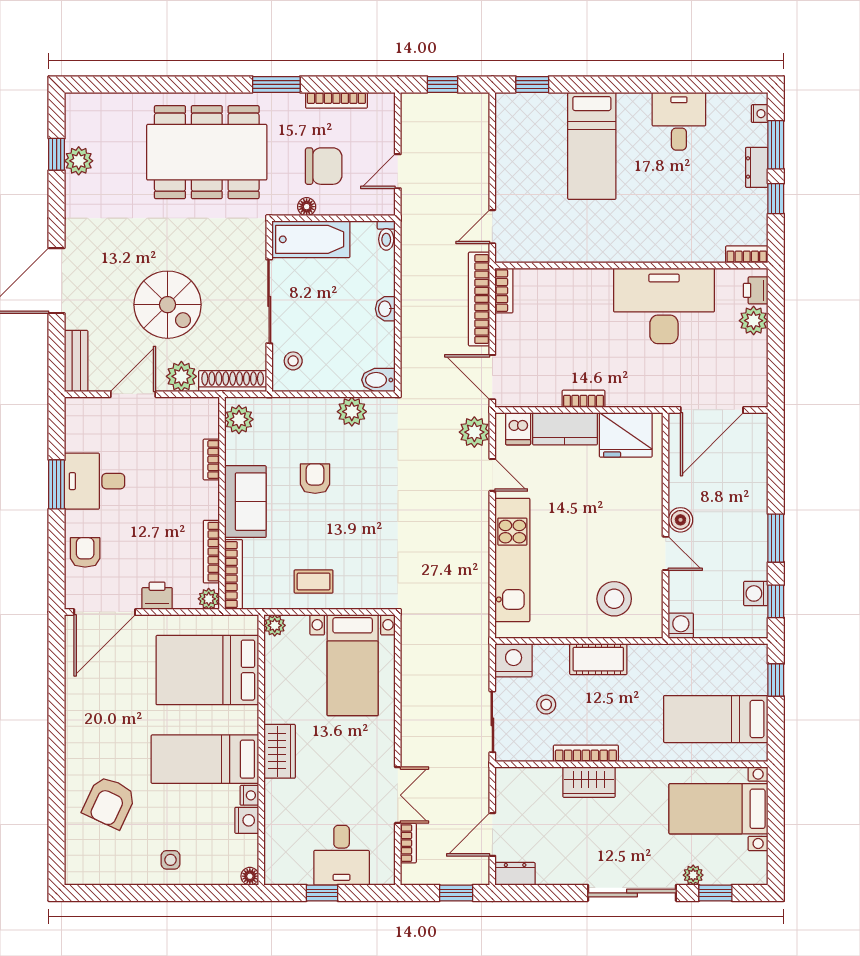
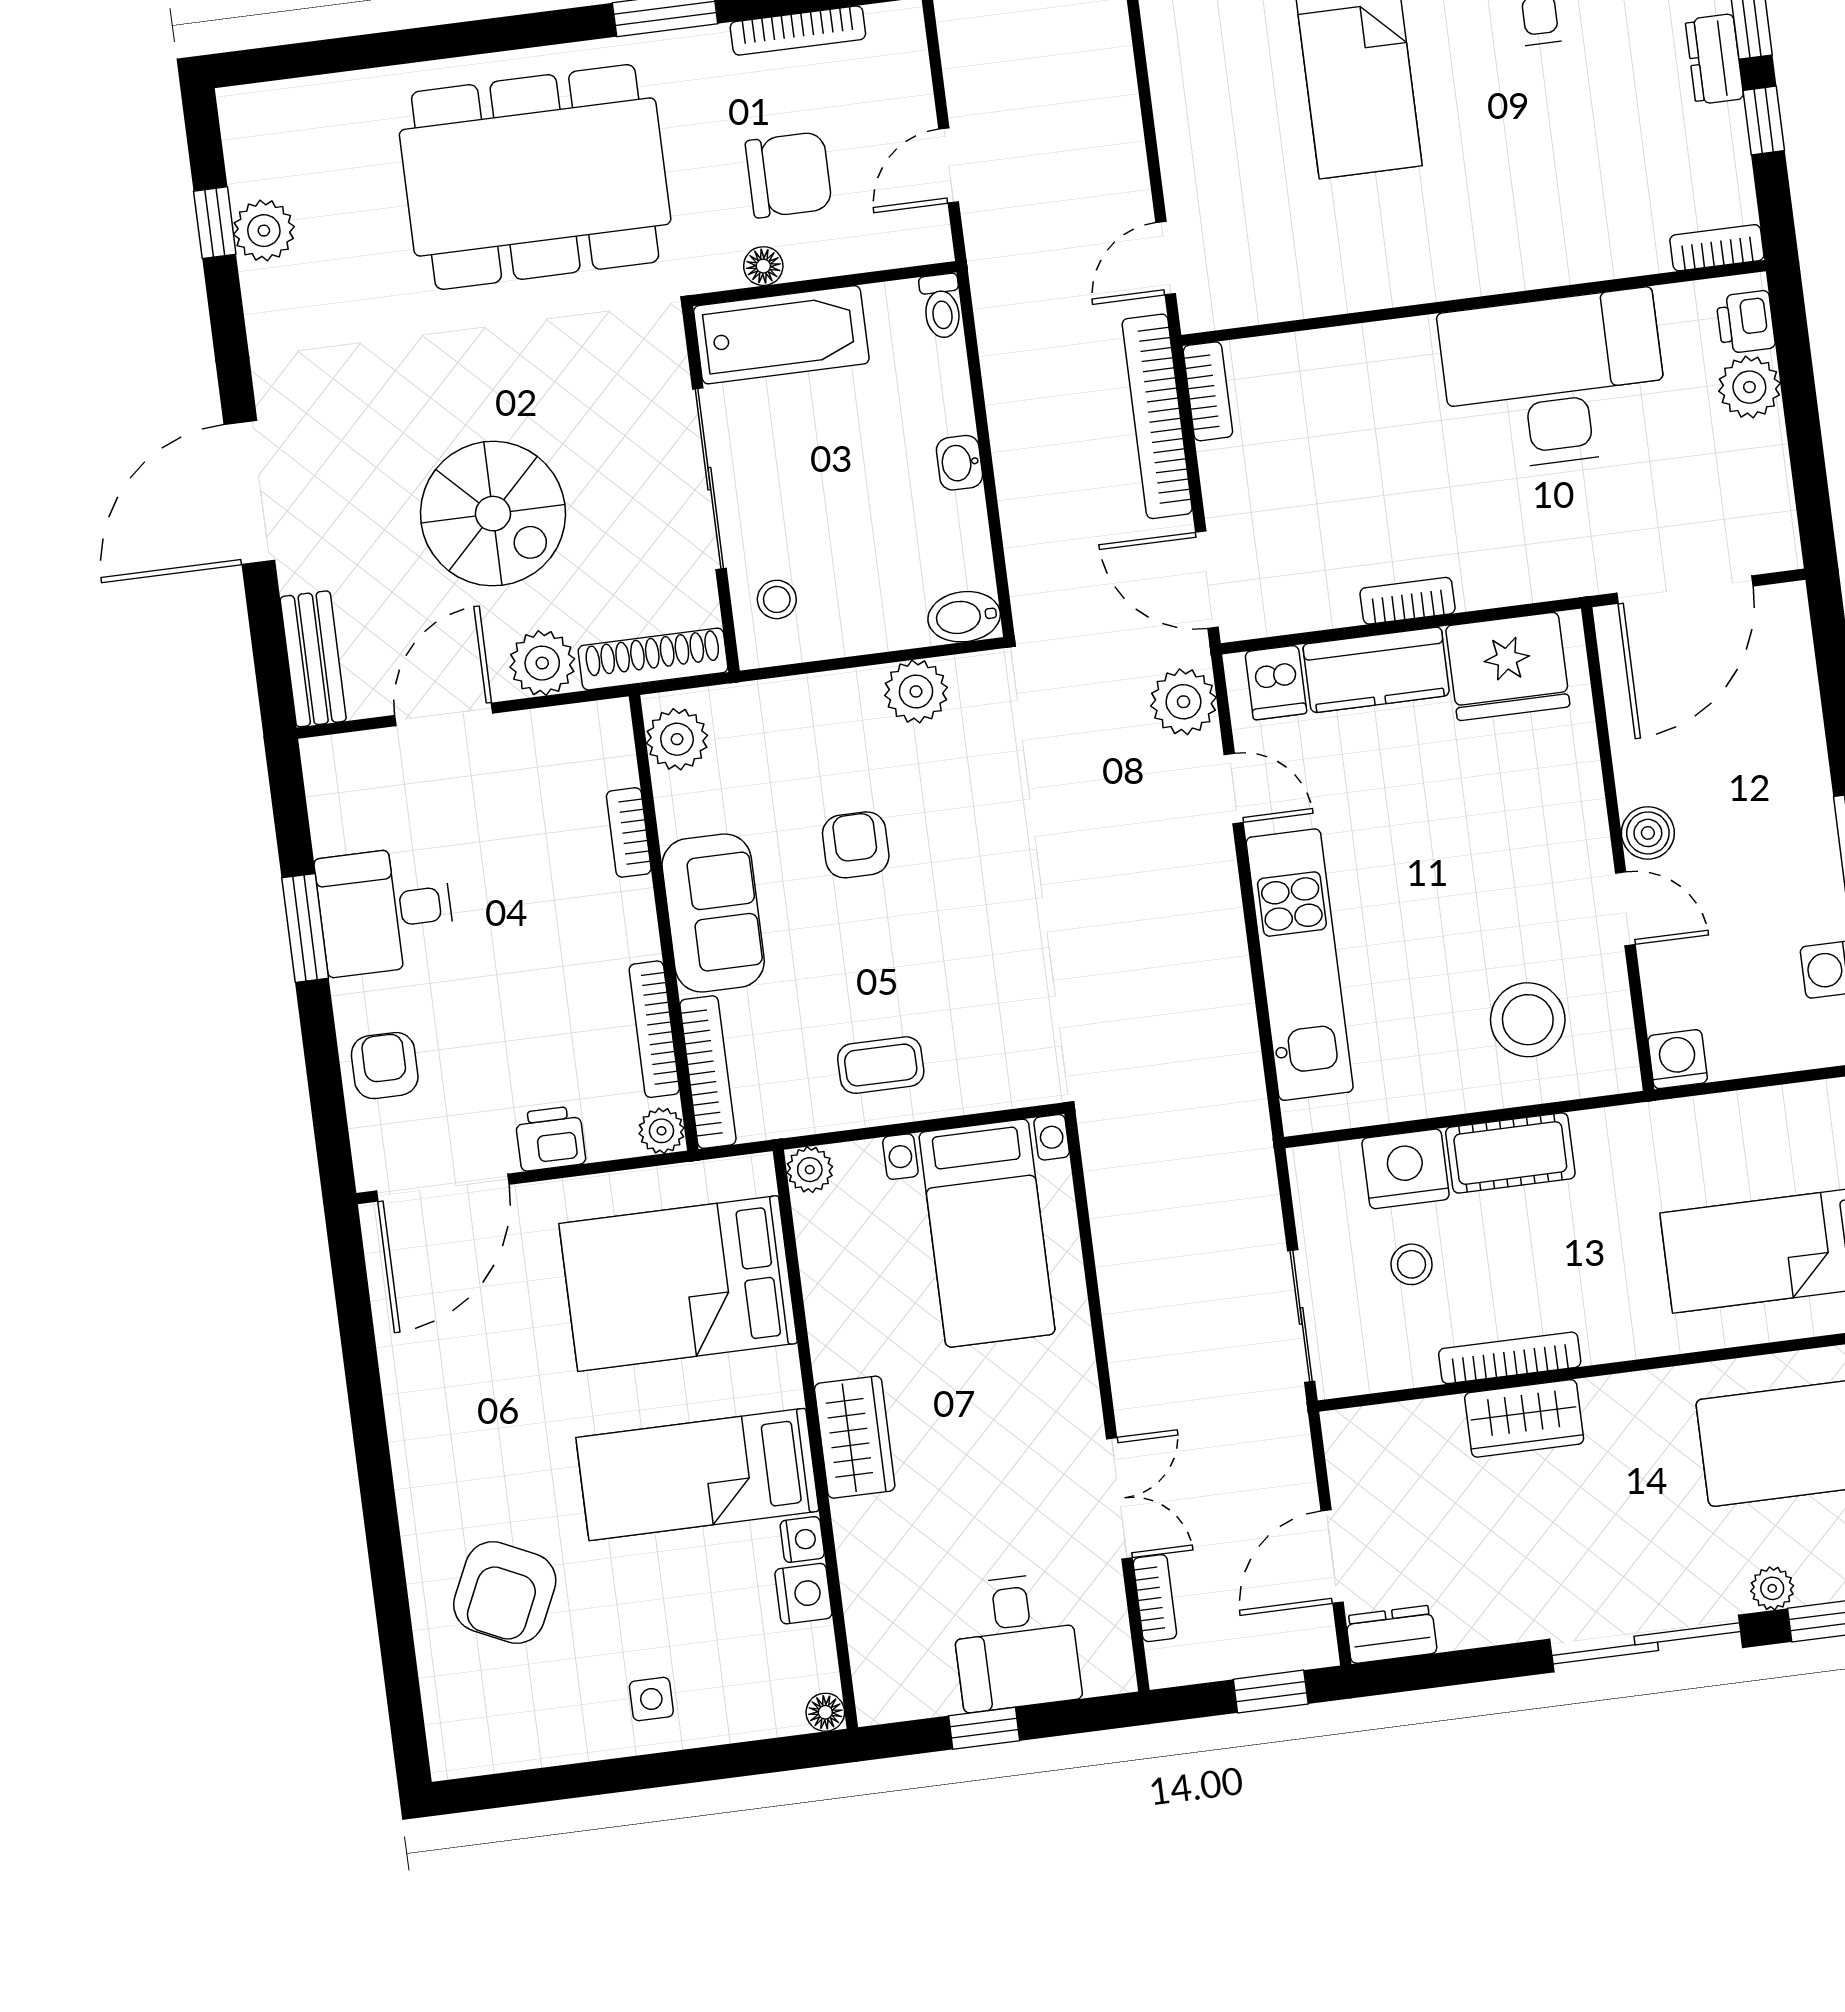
nightstand: (514, 660) -> (1406, 1169), moved

